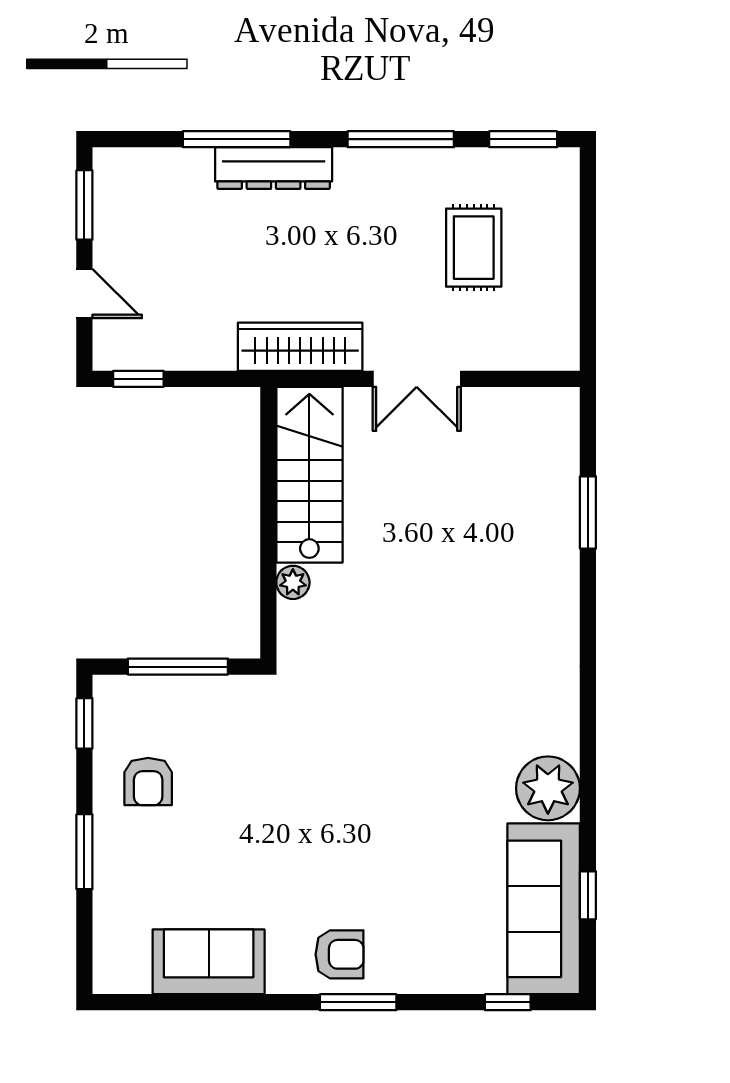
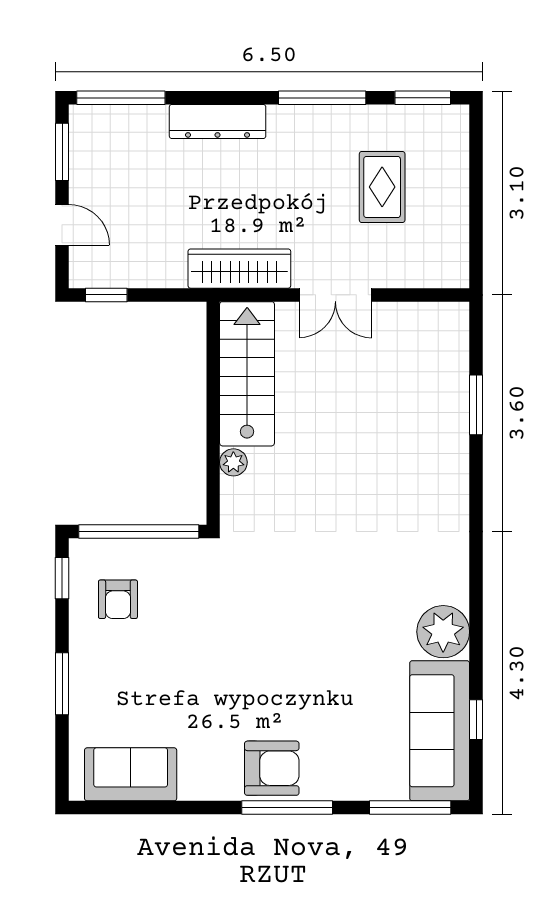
window: (237, 139) -> (121, 98), moved
window: (178, 667) -> (139, 532), width x1.46
armchair: (148, 782) -> (118, 599), moved
armchair: (339, 954) -> (272, 768), width x1.38, depth x1.38
sofa: (209, 962) -> (131, 774), moved
window: (358, 1002) -> (287, 807), width x1.44
window: (508, 1002) -> (410, 807), width x2.17

